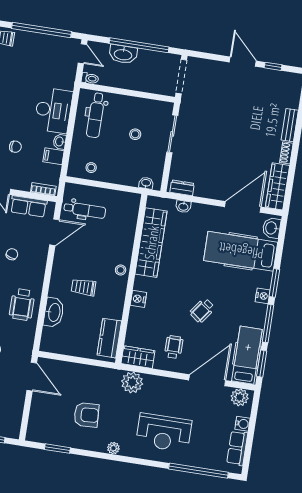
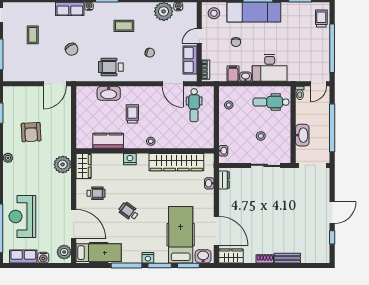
washbasin: (123, 54) -> (302, 135), moved, turned 180
wardrobe: (278, 186) -> (231, 256), width x0.67
kitchen counter: (109, 338) -> (108, 141), moved
window: (262, 364) -> (188, 265), moved
reception desk: (164, 433) -> (22, 216), moved

